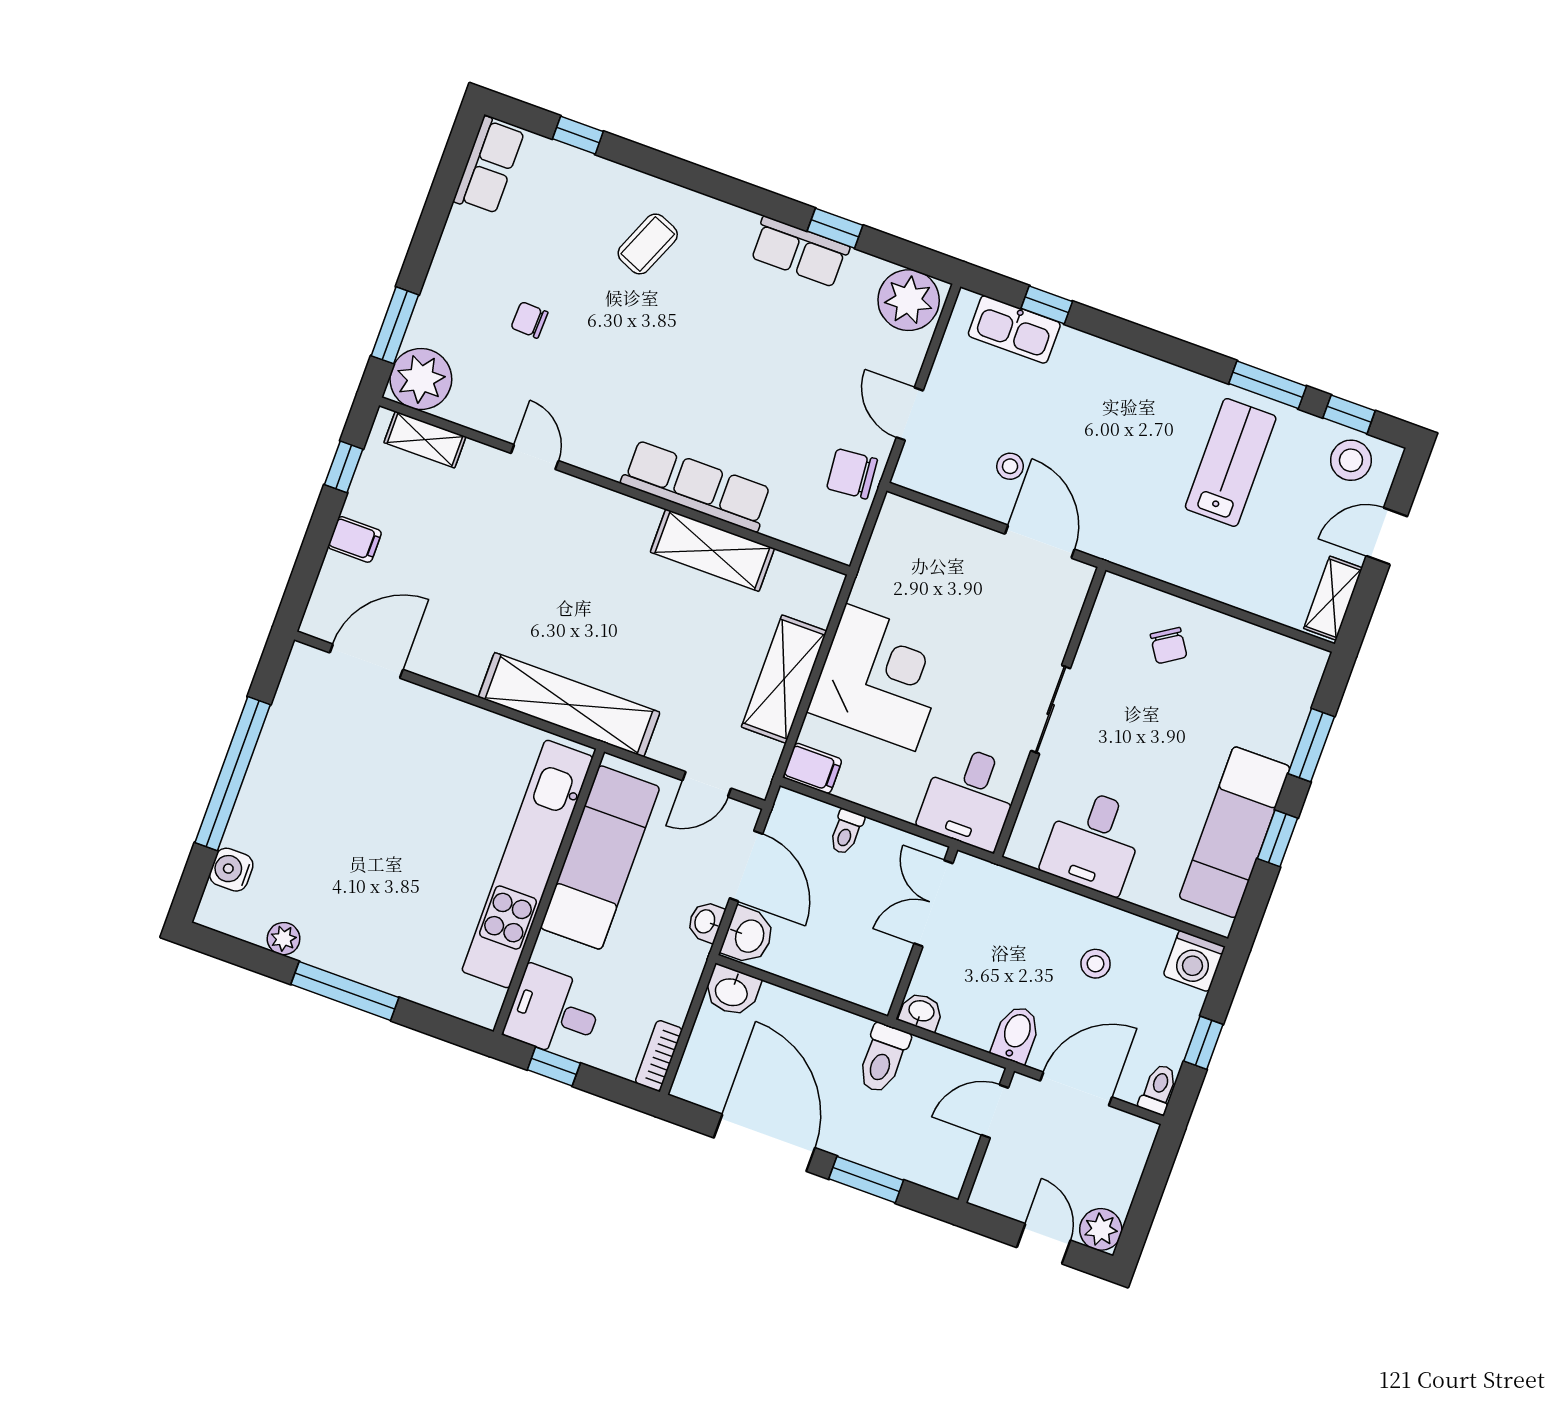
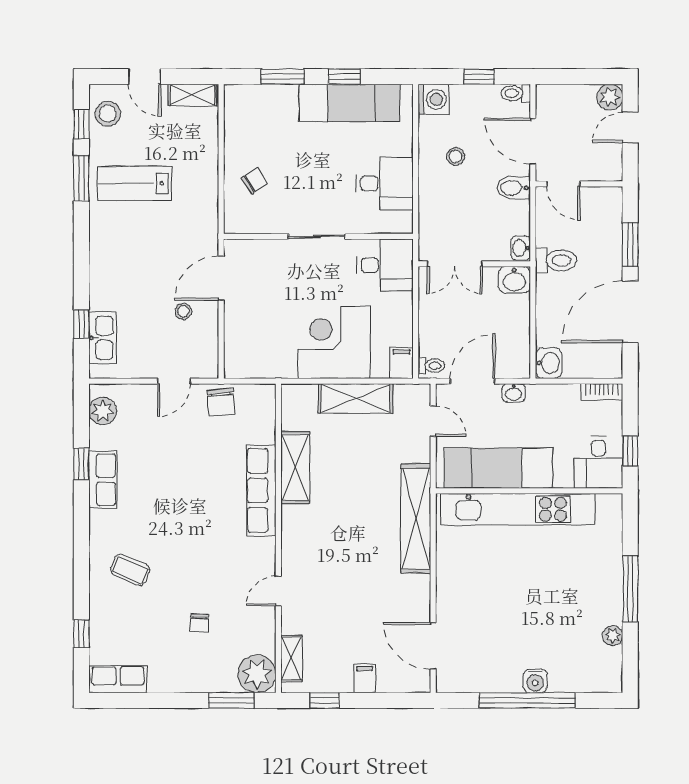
plant: (909, 300) -> (103, 411), width x0.73, depth x0.73
toilet: (846, 832) -> (431, 366), moved
water cooler: (231, 870) -> (535, 681), moved
washbasin: (748, 936) -> (514, 280), moved, turned 180

